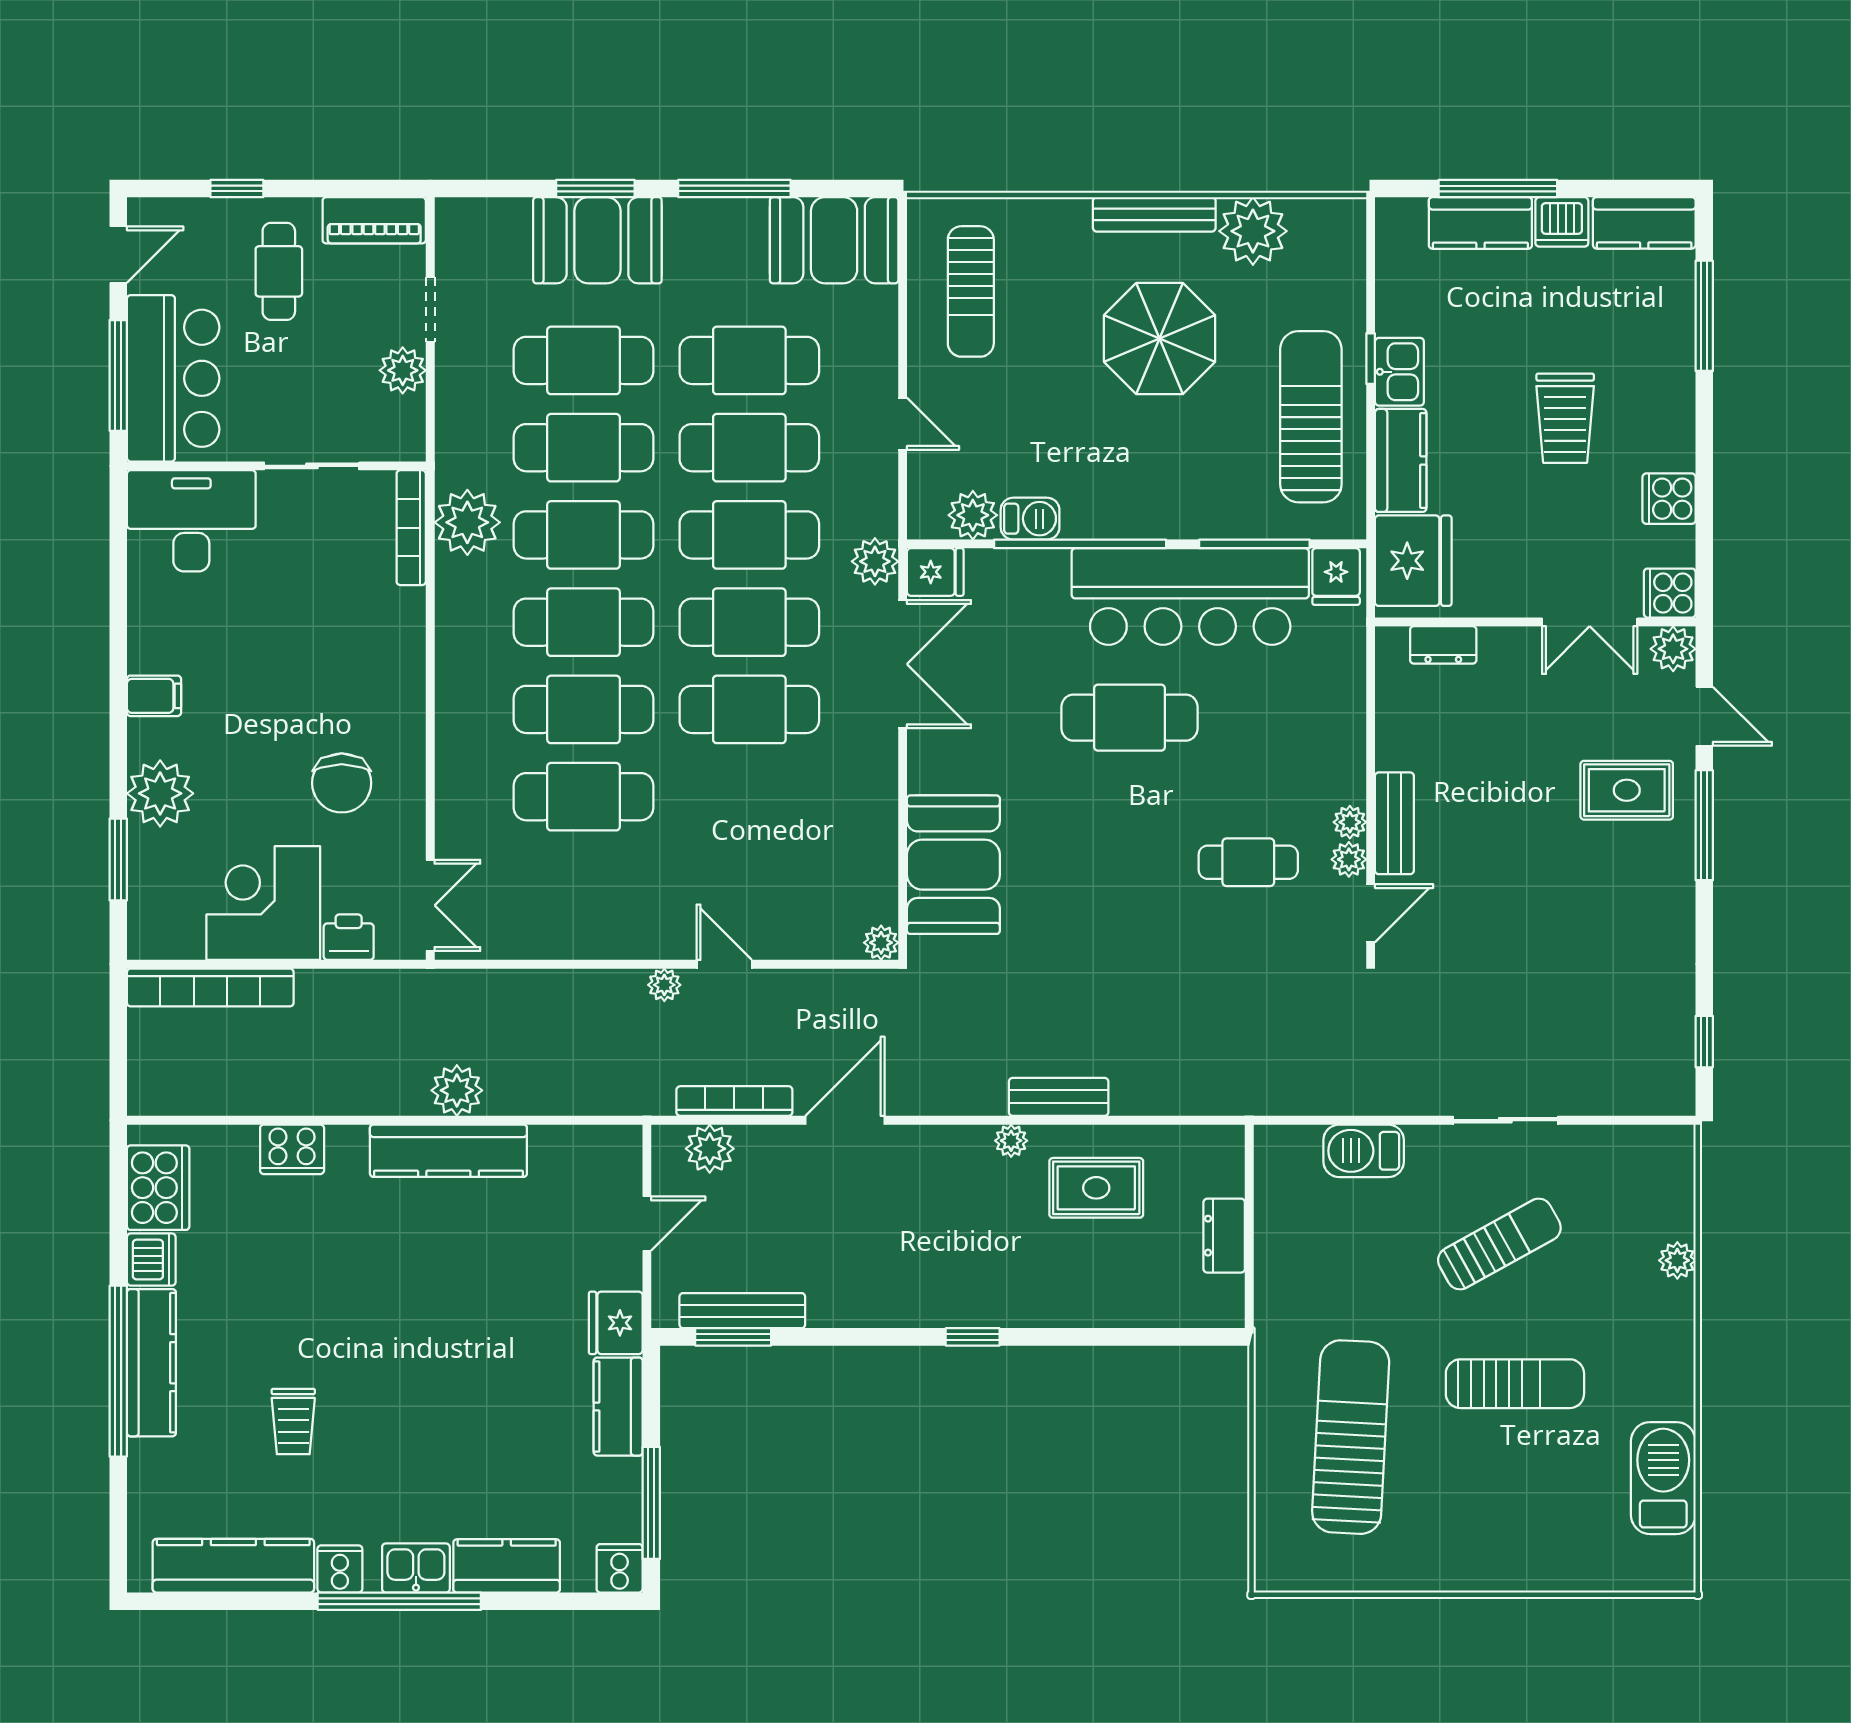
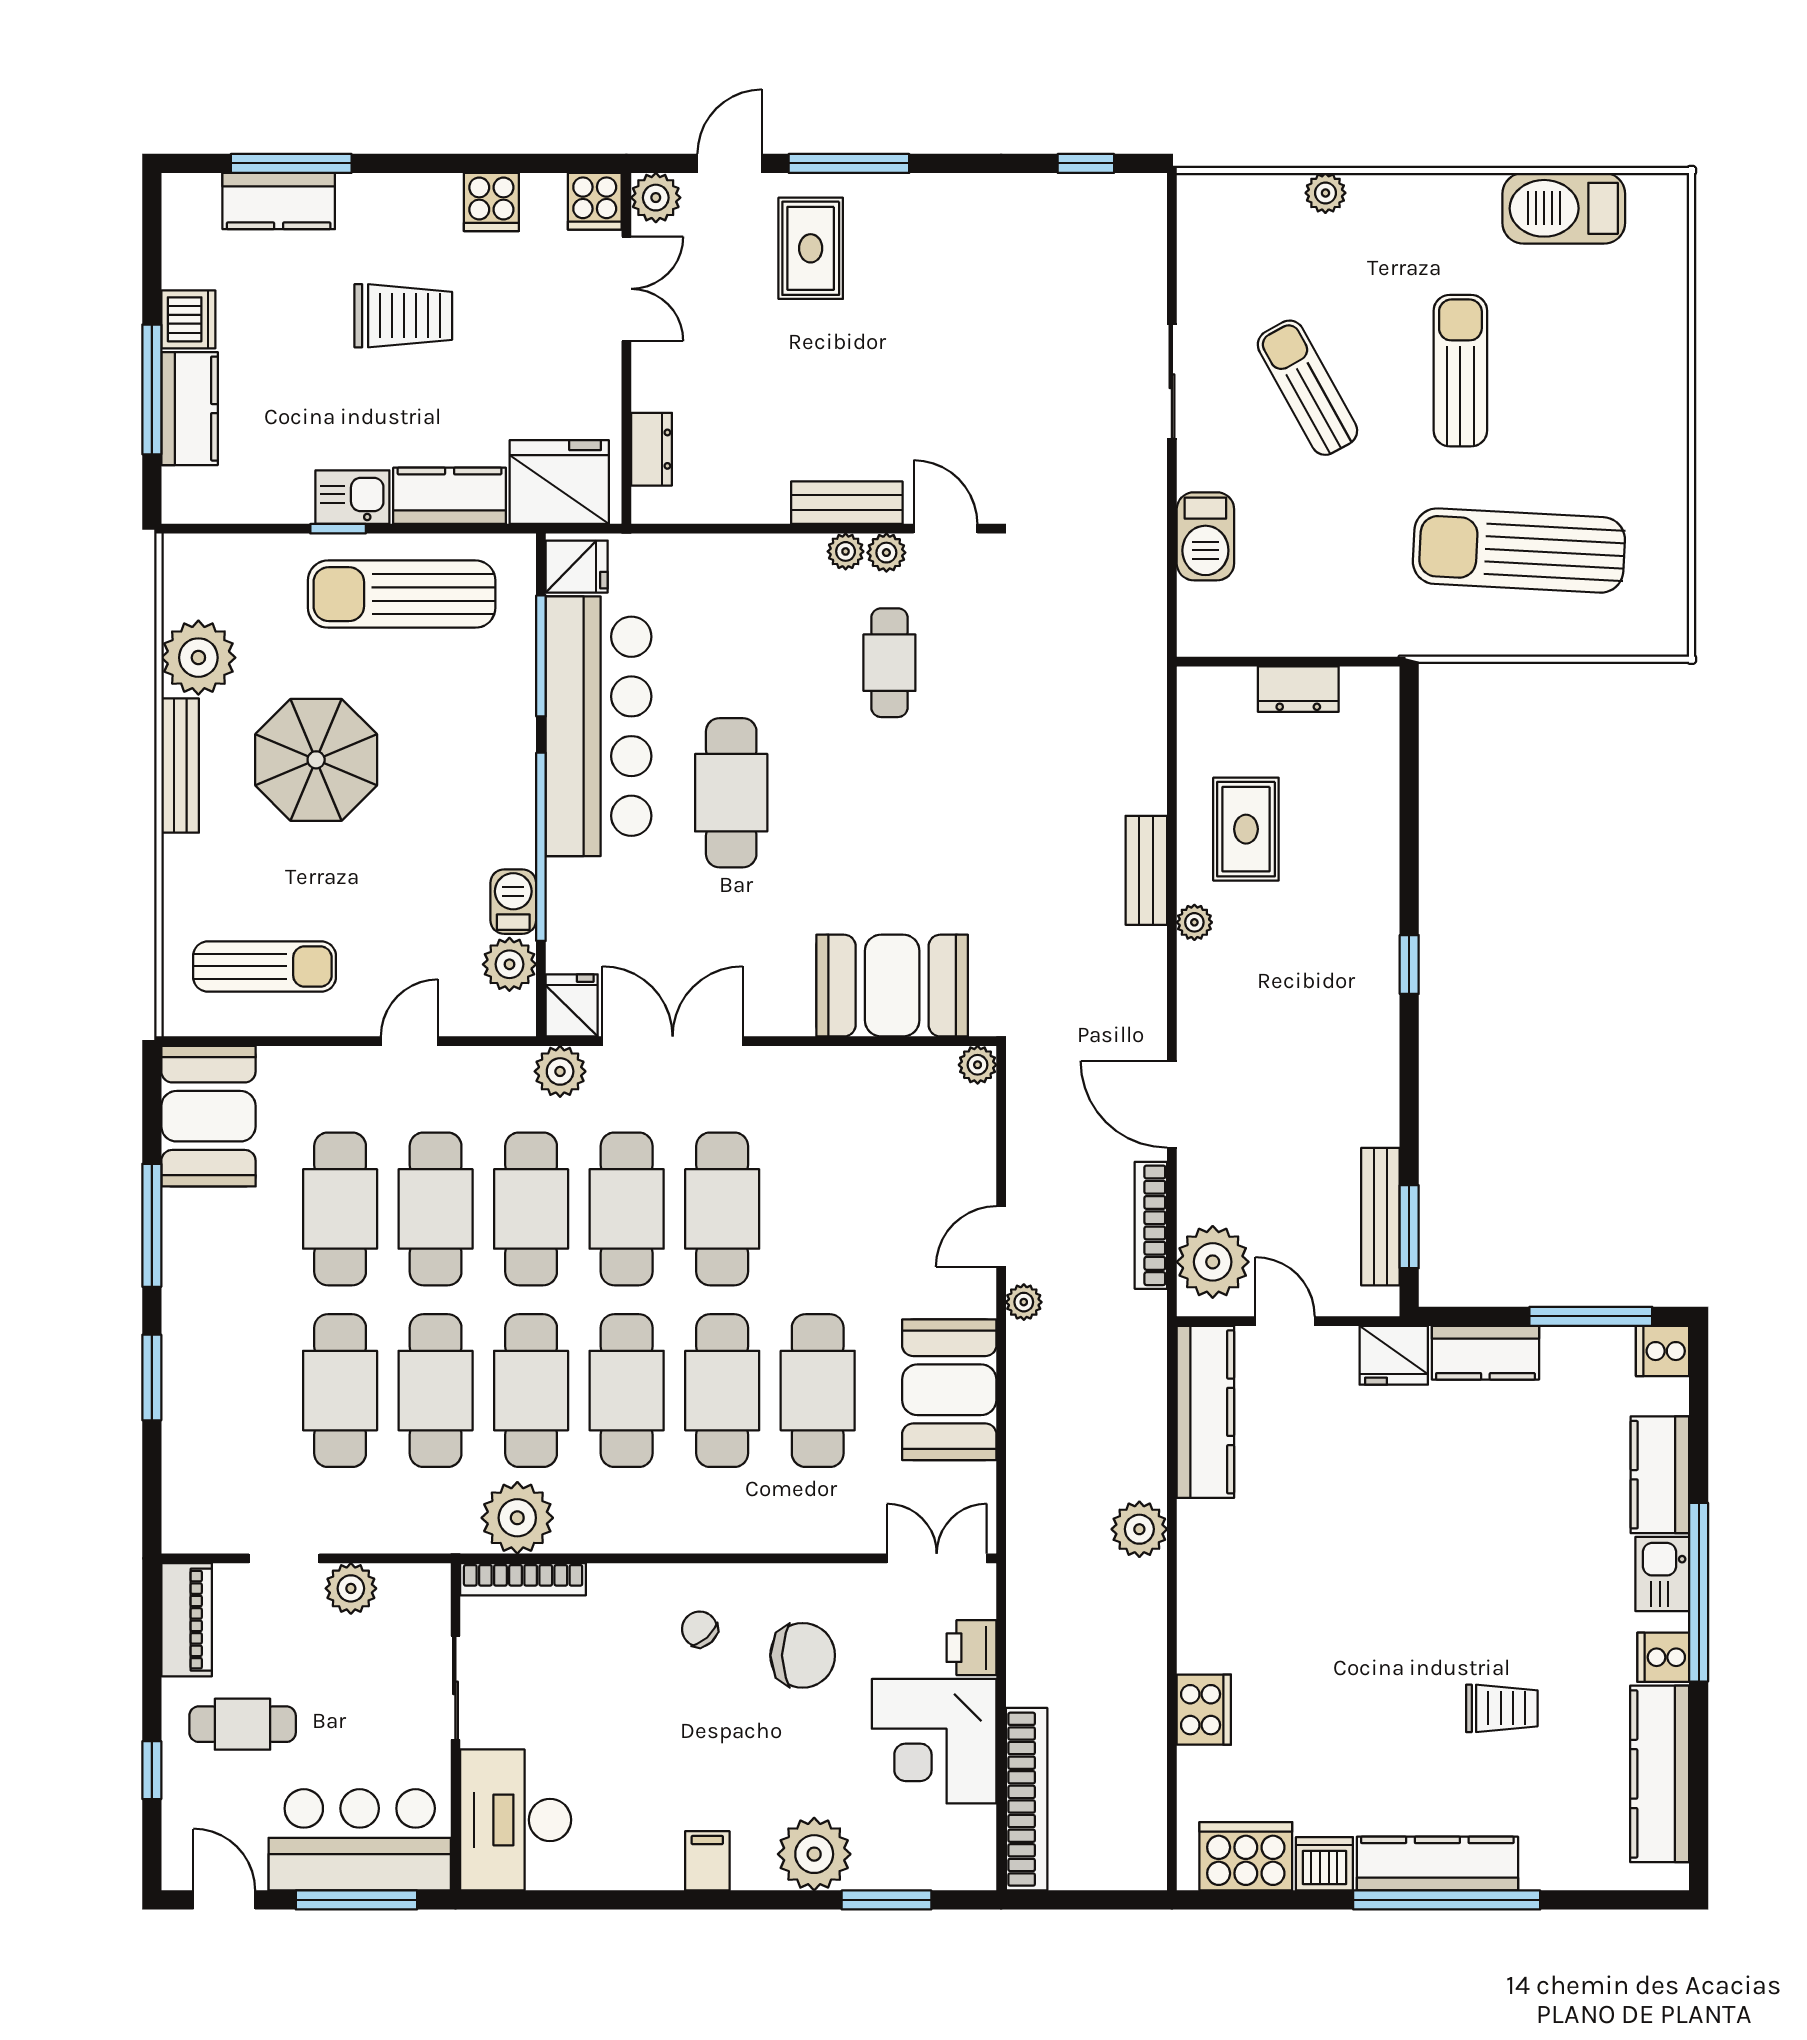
kitchen counter: (1644, 223) -> (279, 201), moved, turned 90
booth: (597, 240) -> (949, 1390), moved
chair: (366, 689) -> (700, 1629), added
plant: (710, 1149) -> (1213, 1262), width x1.36, depth x1.36
kitchen counter: (448, 1151) -> (1205, 1412), moved

